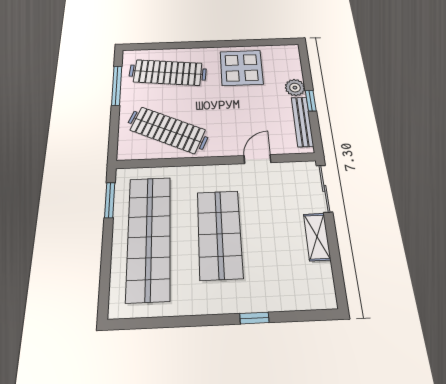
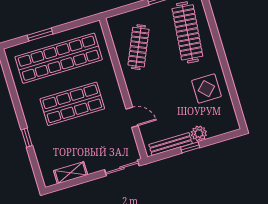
display table: (241, 68) -> (206, 89), width x0.73, depth x0.73
clothes rail: (168, 130) -> (138, 47), width x0.73, depth x0.76
window: (110, 200) -> (40, 35), moved
shelving: (317, 237) -> (71, 173), moved

